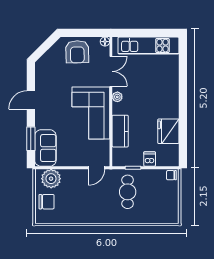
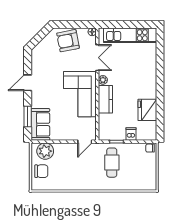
armchair: (77, 52) -> (68, 41), turned 80
kitchen counter: (120, 131) -> (105, 99), moved

